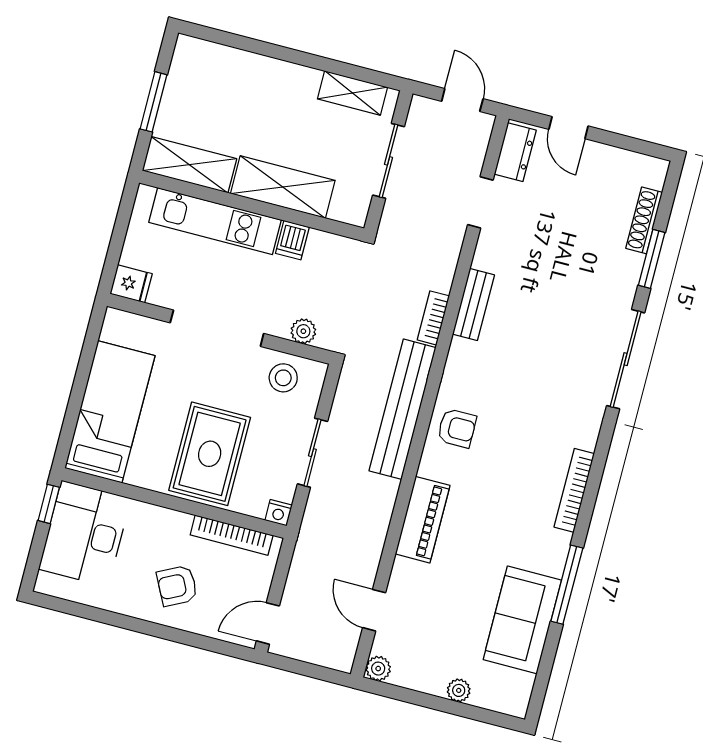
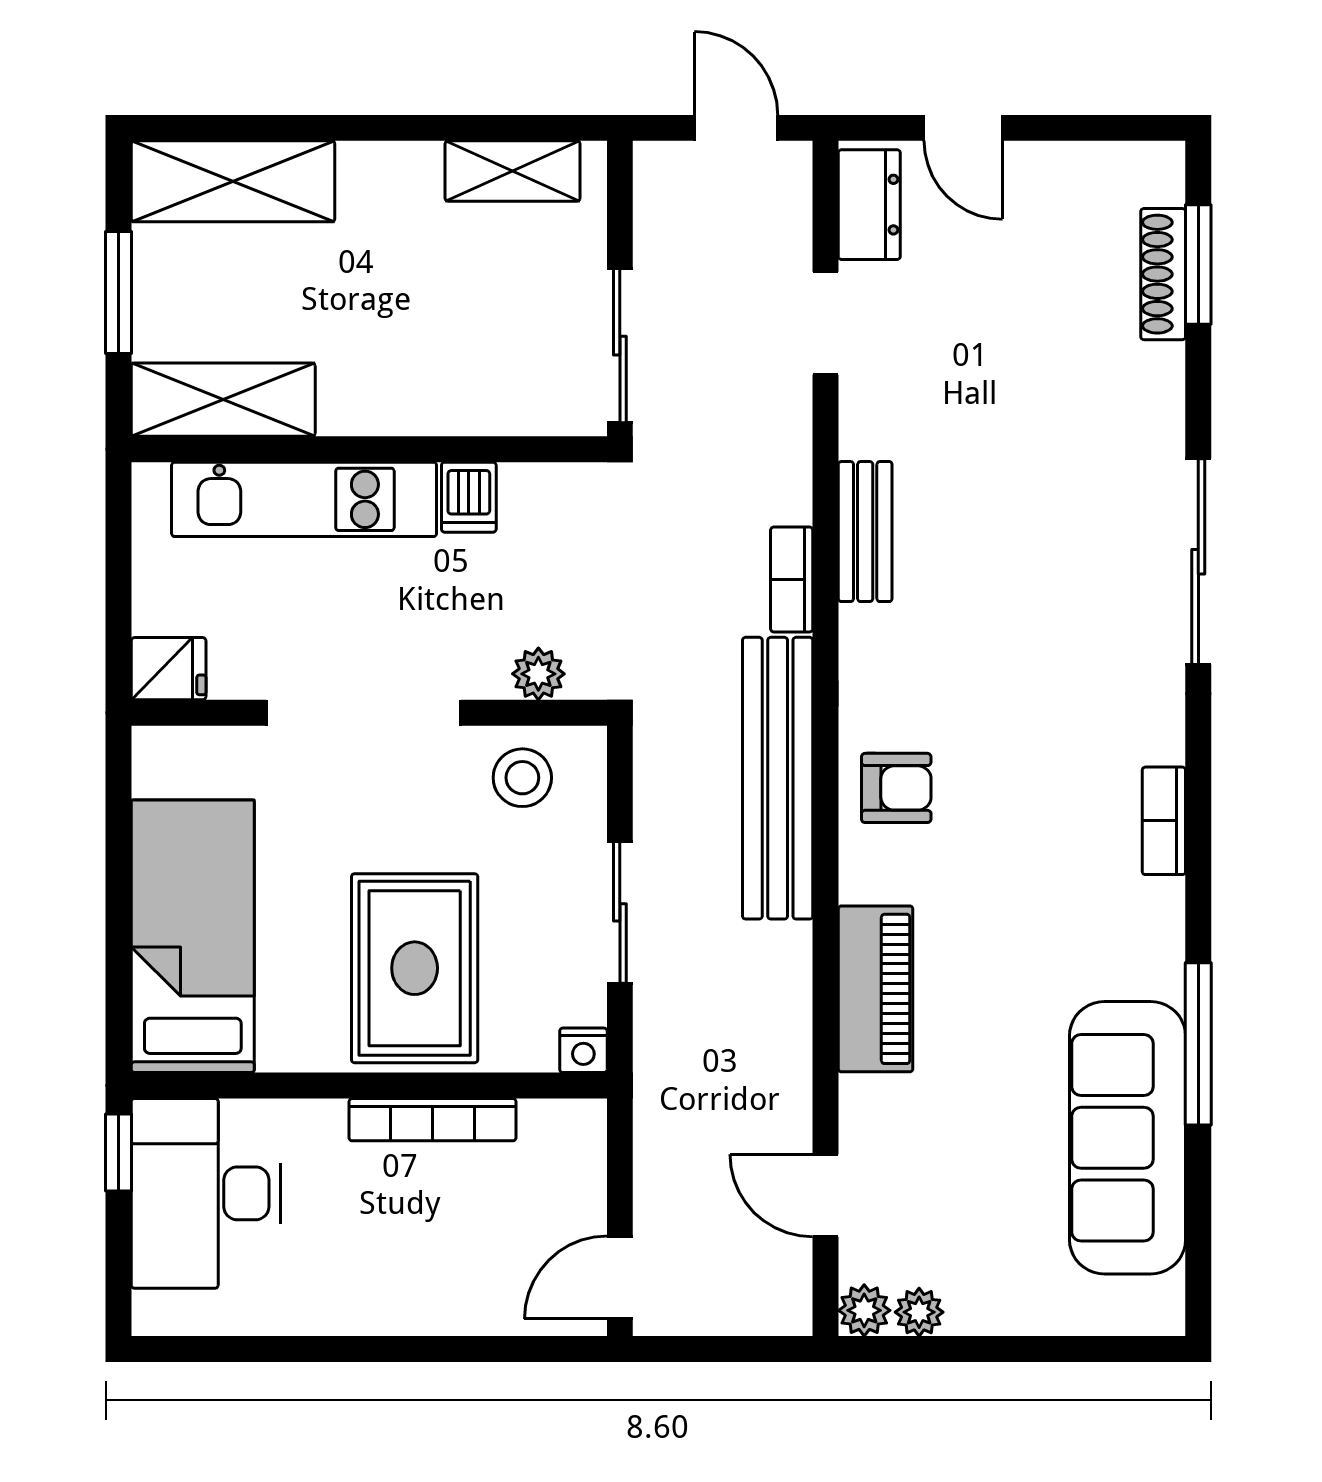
sliding door: (388, 161) -> (620, 346), moved
shelving: (283, 187) -> (233, 181), moved
window: (652, 259) -> (1198, 264), moved
bookcase: (574, 490) -> (1164, 821), width x0.64
bookcase: (232, 535) -> (433, 1120), moved
armchair: (177, 586) -> (418, 1249), removed
sofa: (522, 620) -> (1128, 1138), width x1.36
plant: (459, 690) -> (919, 1312), moved

